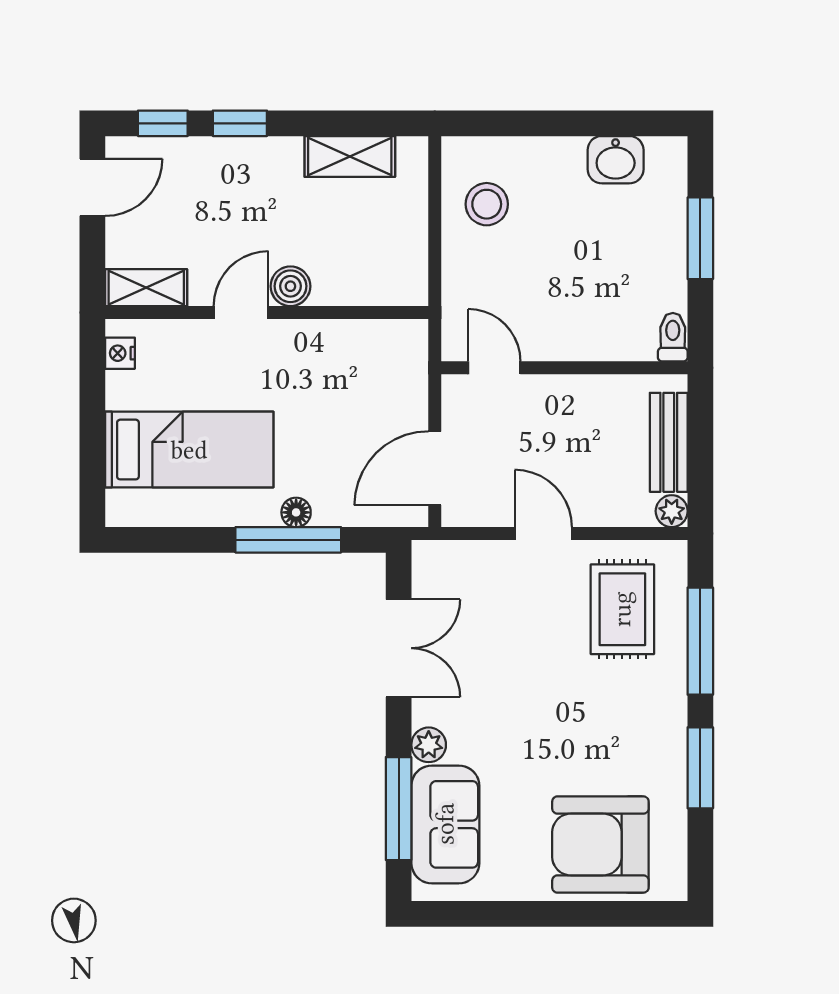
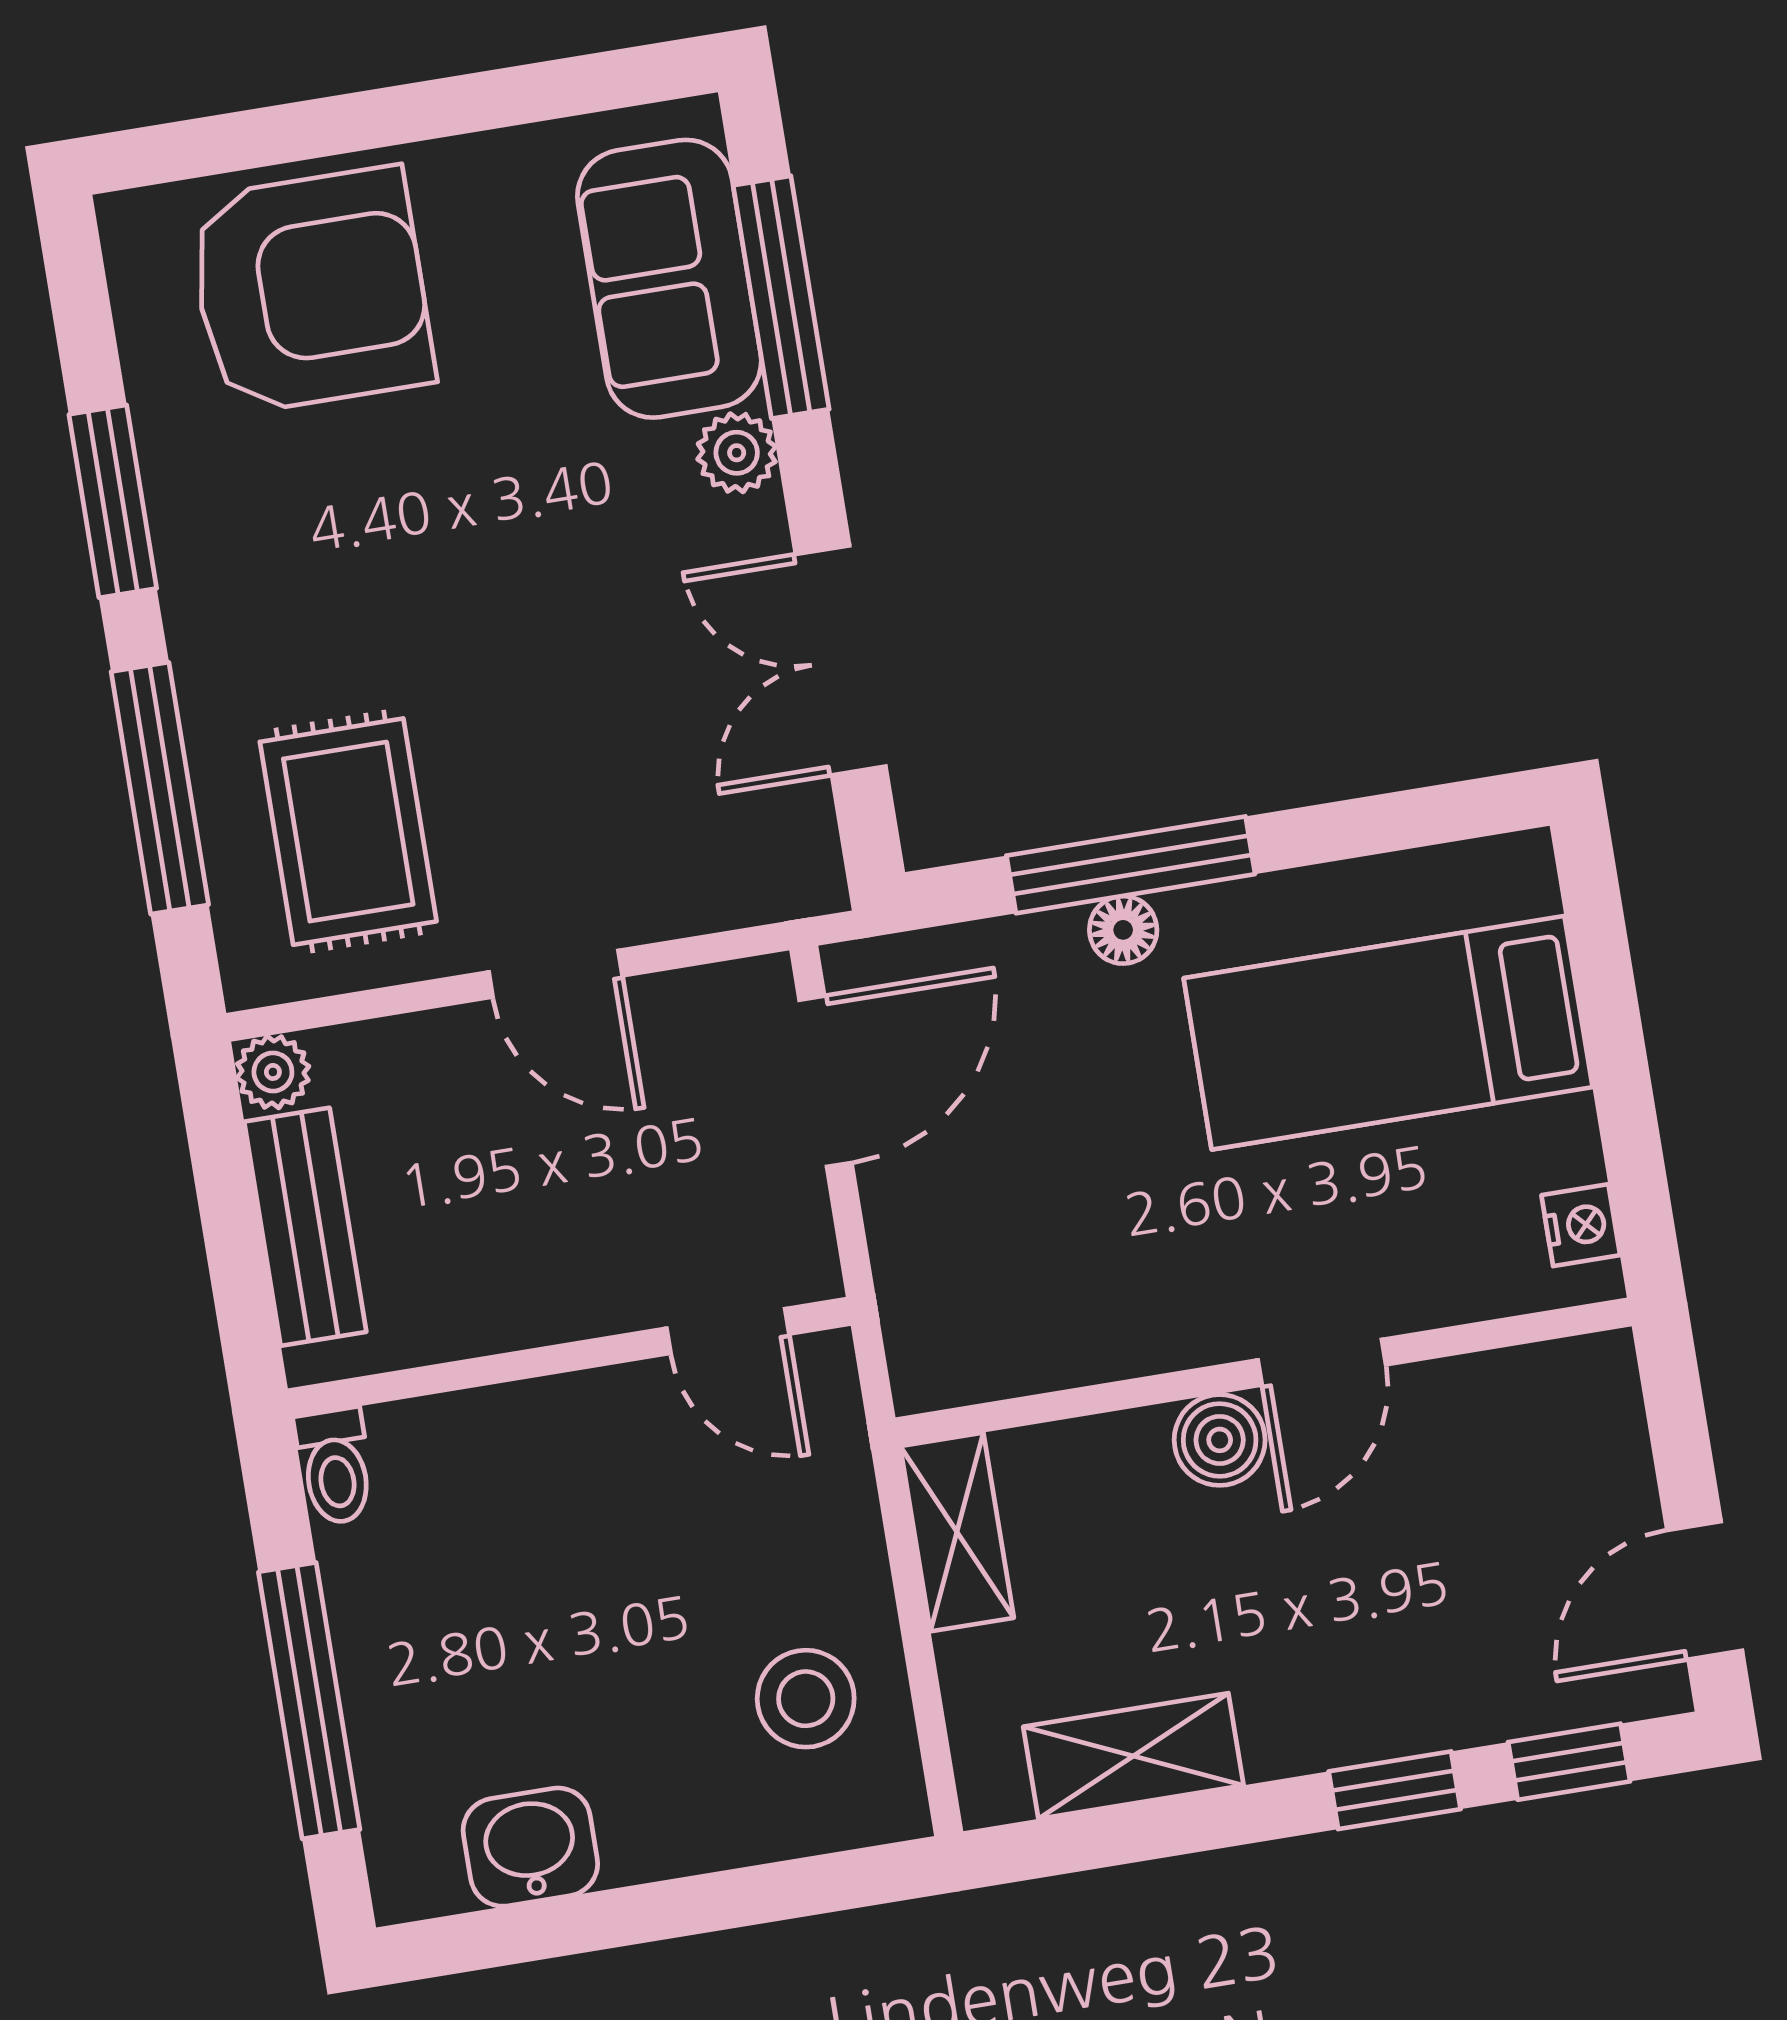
window: (700, 238) -> (309, 1701), width x1.44
shelving: (146, 288) -> (957, 1532), moved, turned 90

